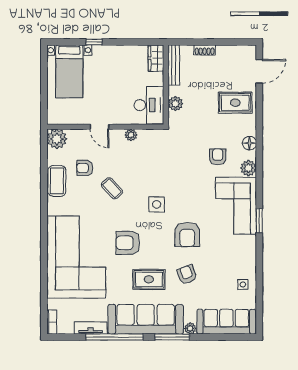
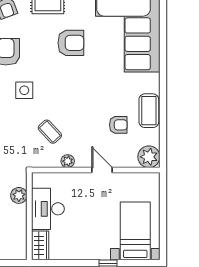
bench: (174, 65) -> (21, 238), removed
desk: (149, 105) -> (48, 209), moved
coffee table: (112, 188) -> (50, 132), moved
side table: (157, 204) -> (24, 90), moved

